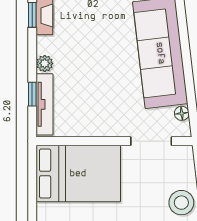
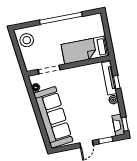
bed: (78, 174) -> (85, 50), width x0.67

